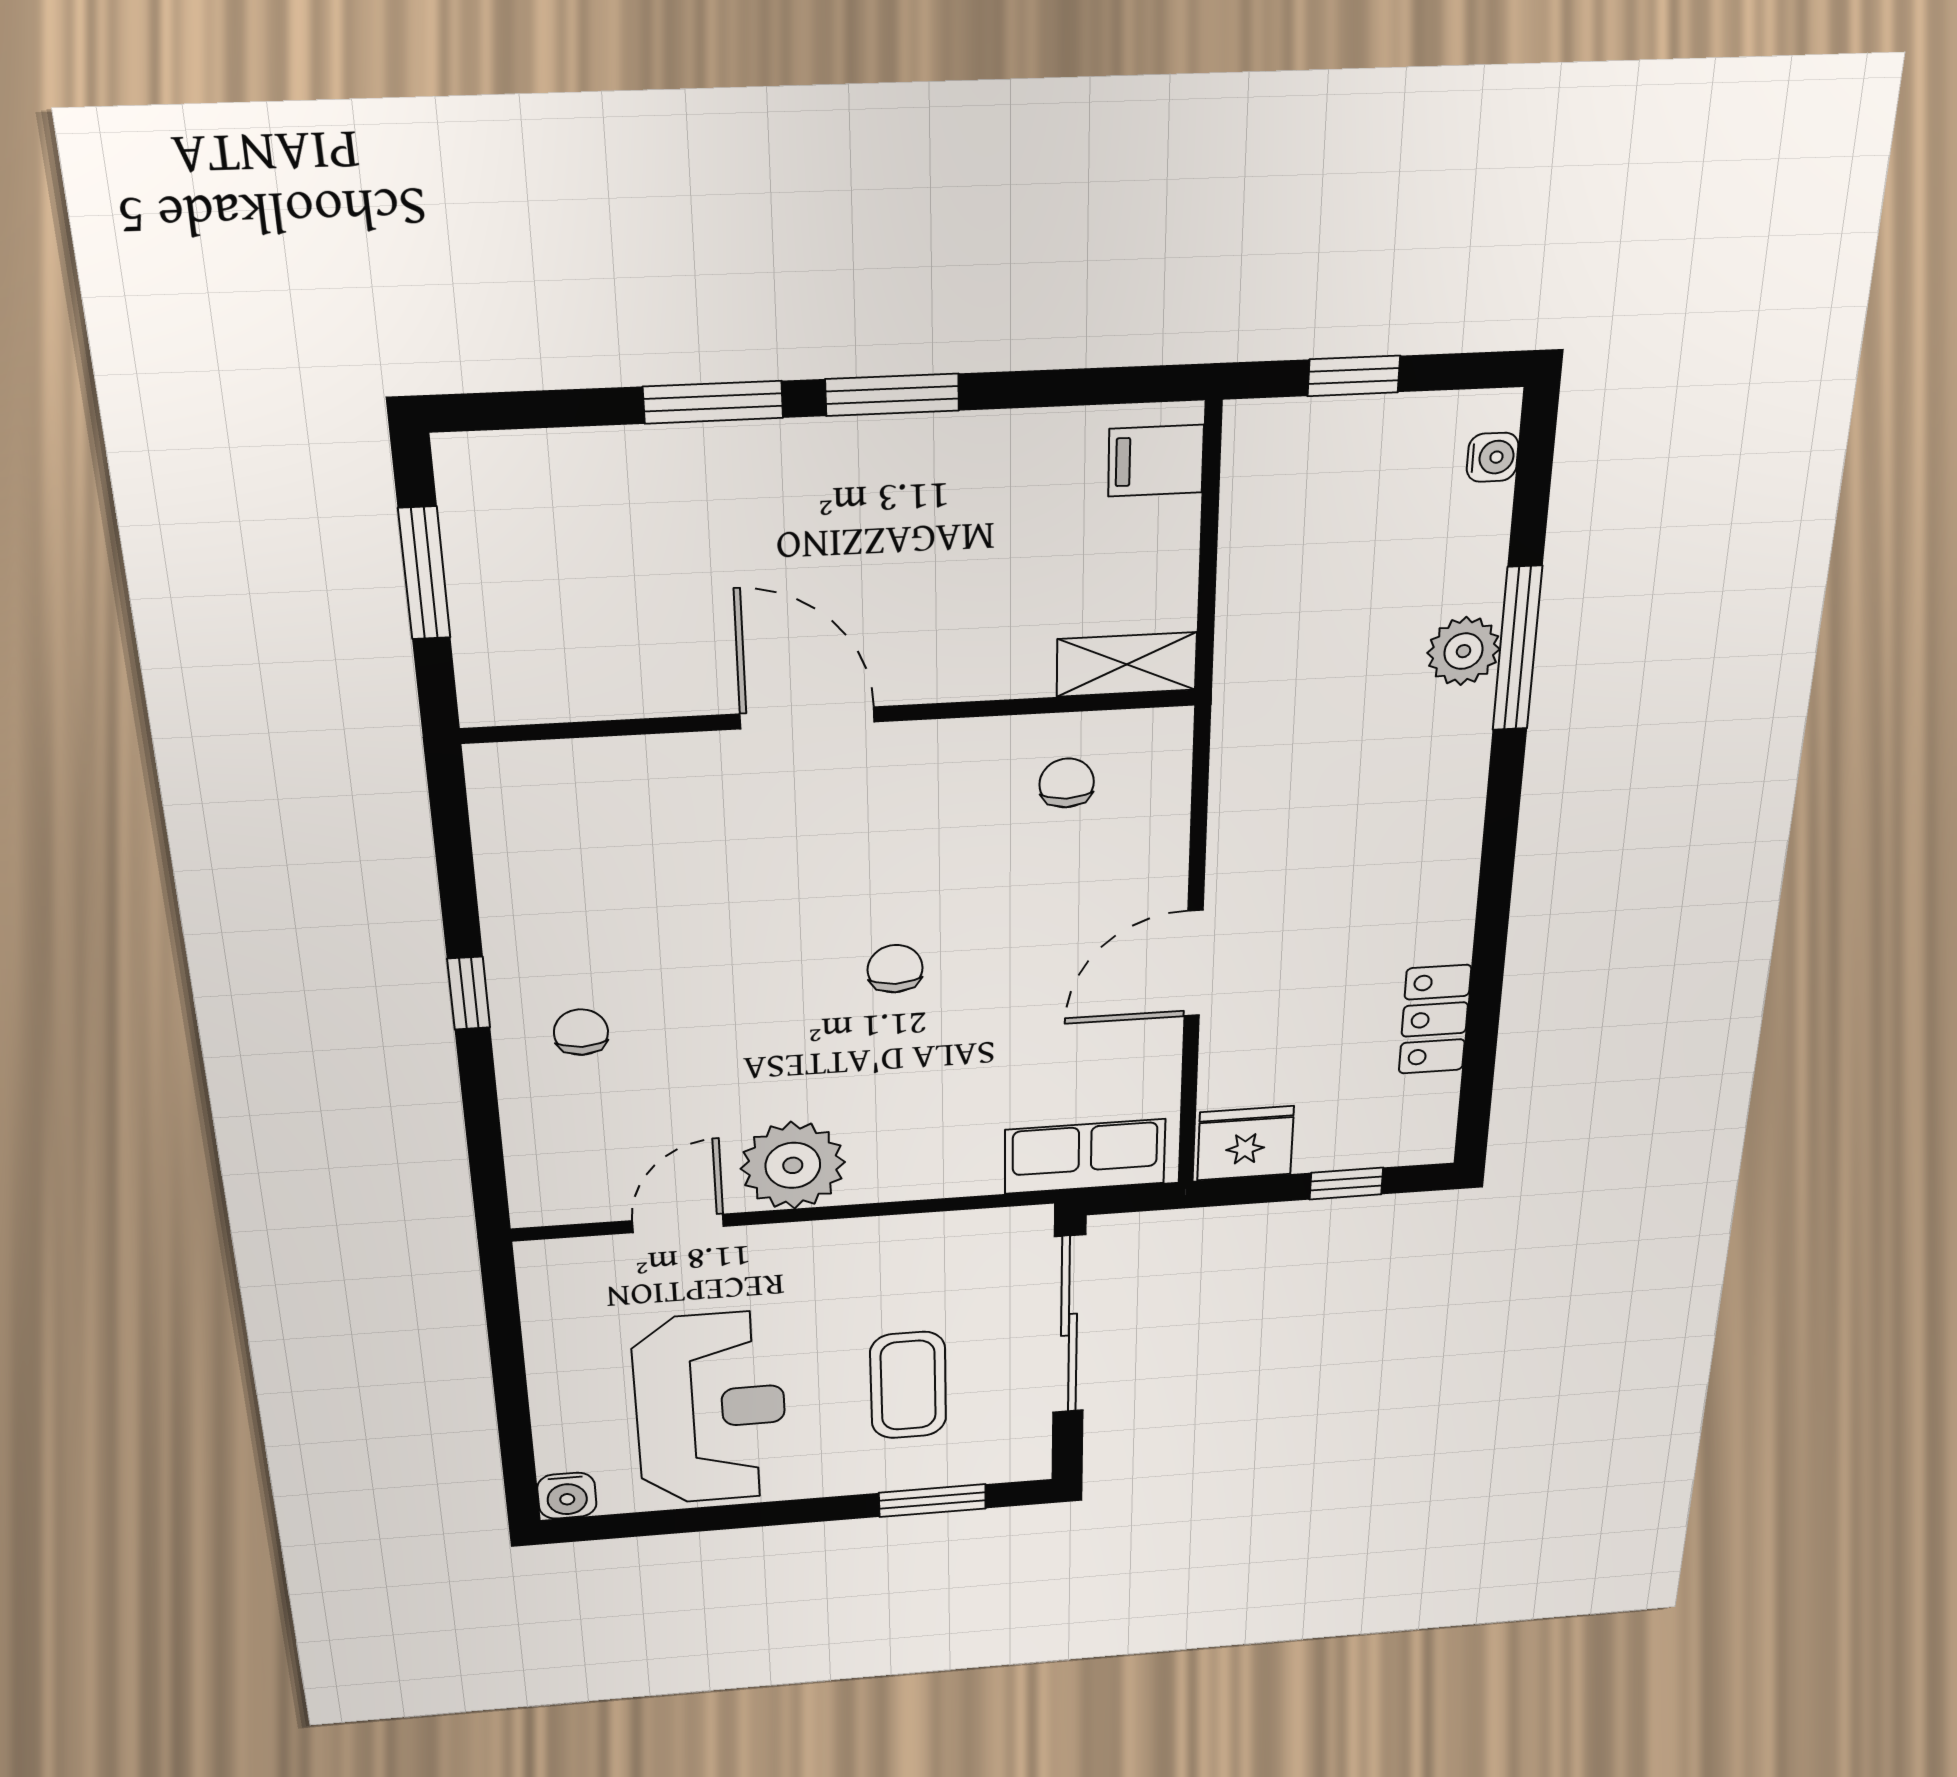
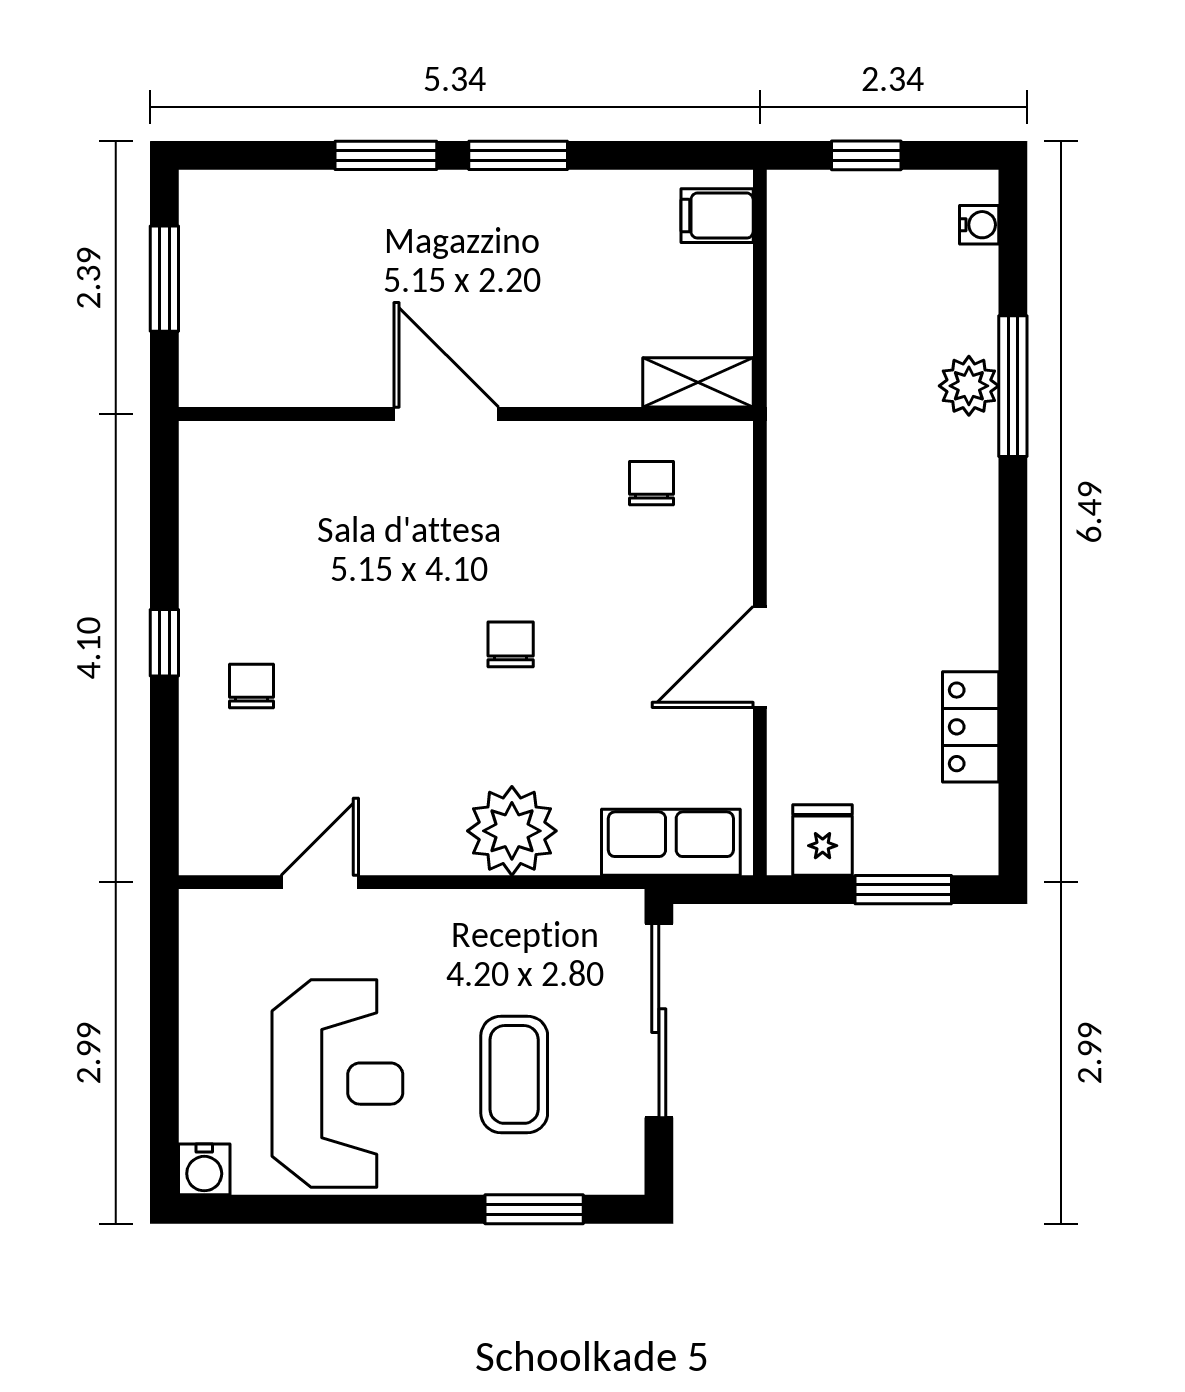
fridge: (1245, 1143) -> (823, 840), width x0.72
plant: (793, 1165) -> (512, 831), moved
window: (1346, 1184) -> (903, 890), width x1.50

